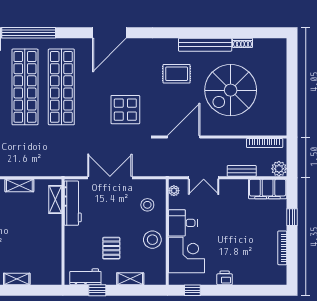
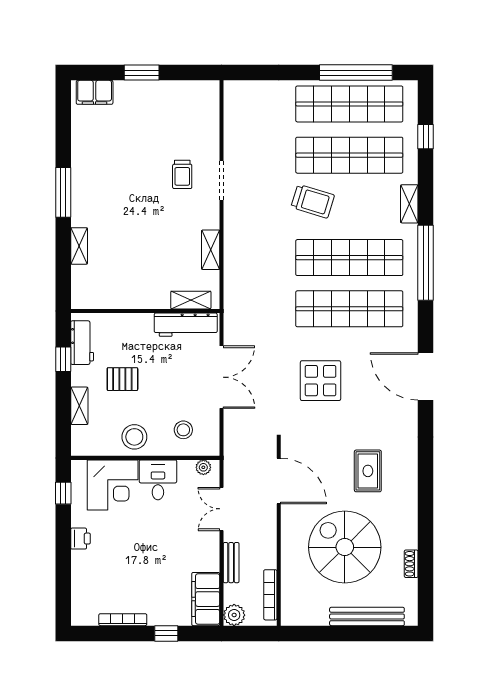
bench: (205, 45) -> (367, 616), moved, turned 90
display table: (125, 110) -> (321, 381), moved

